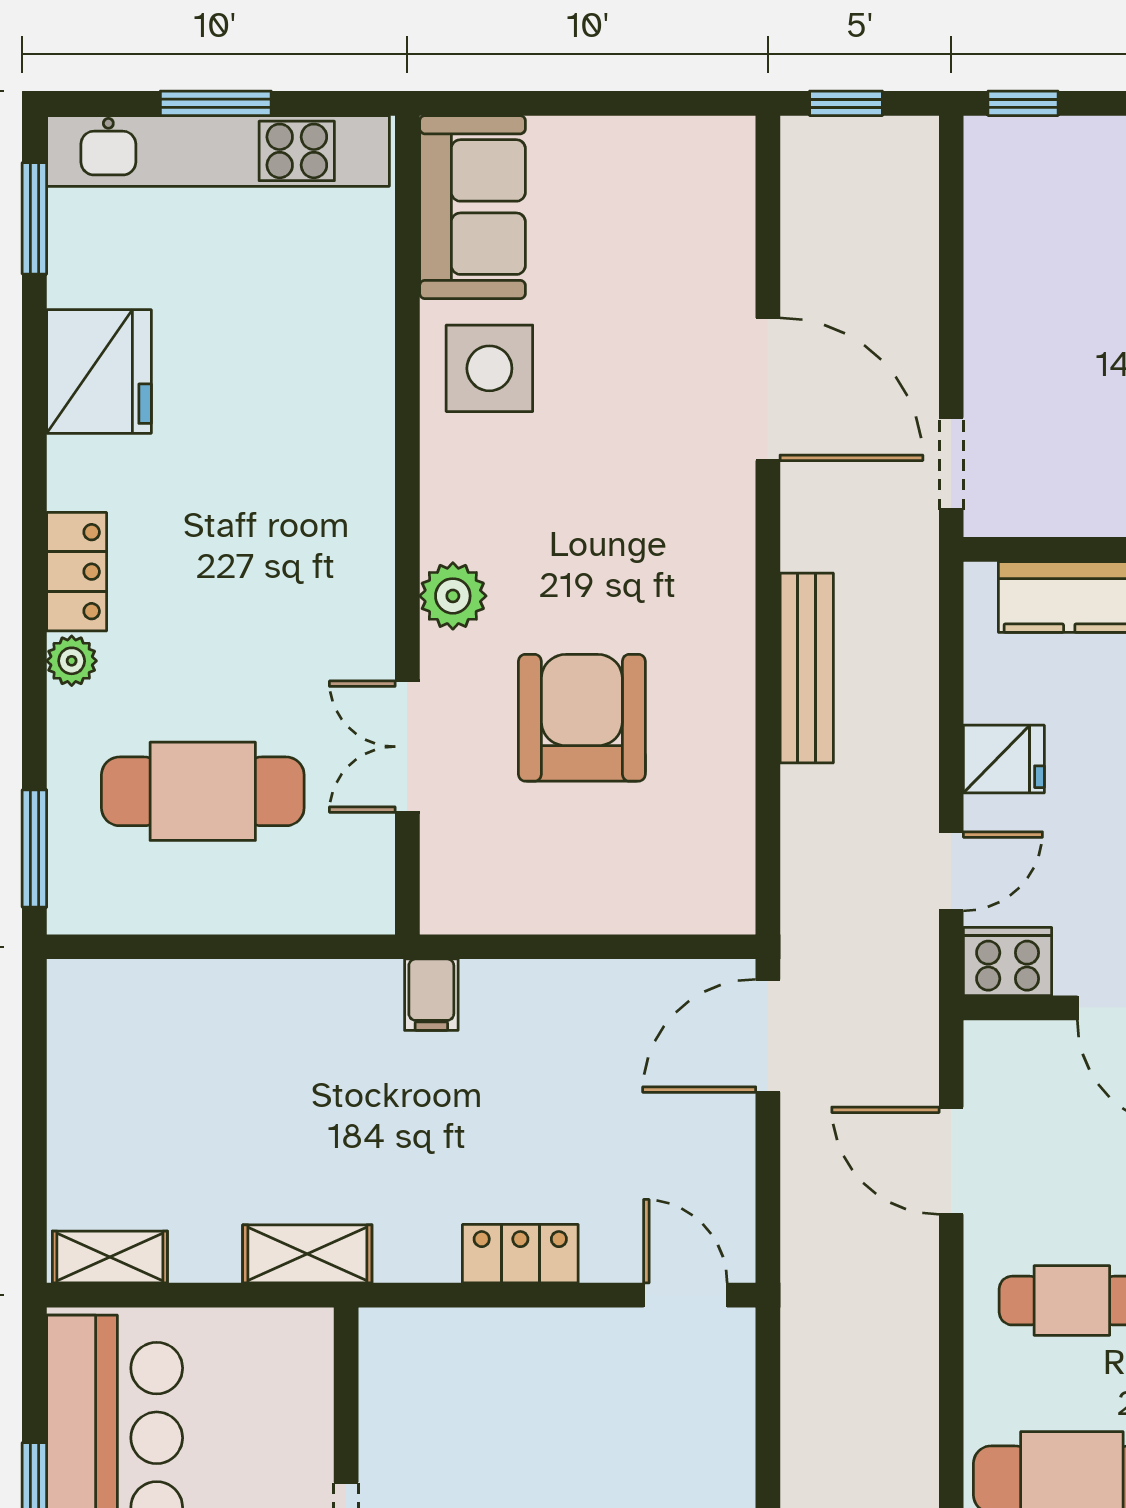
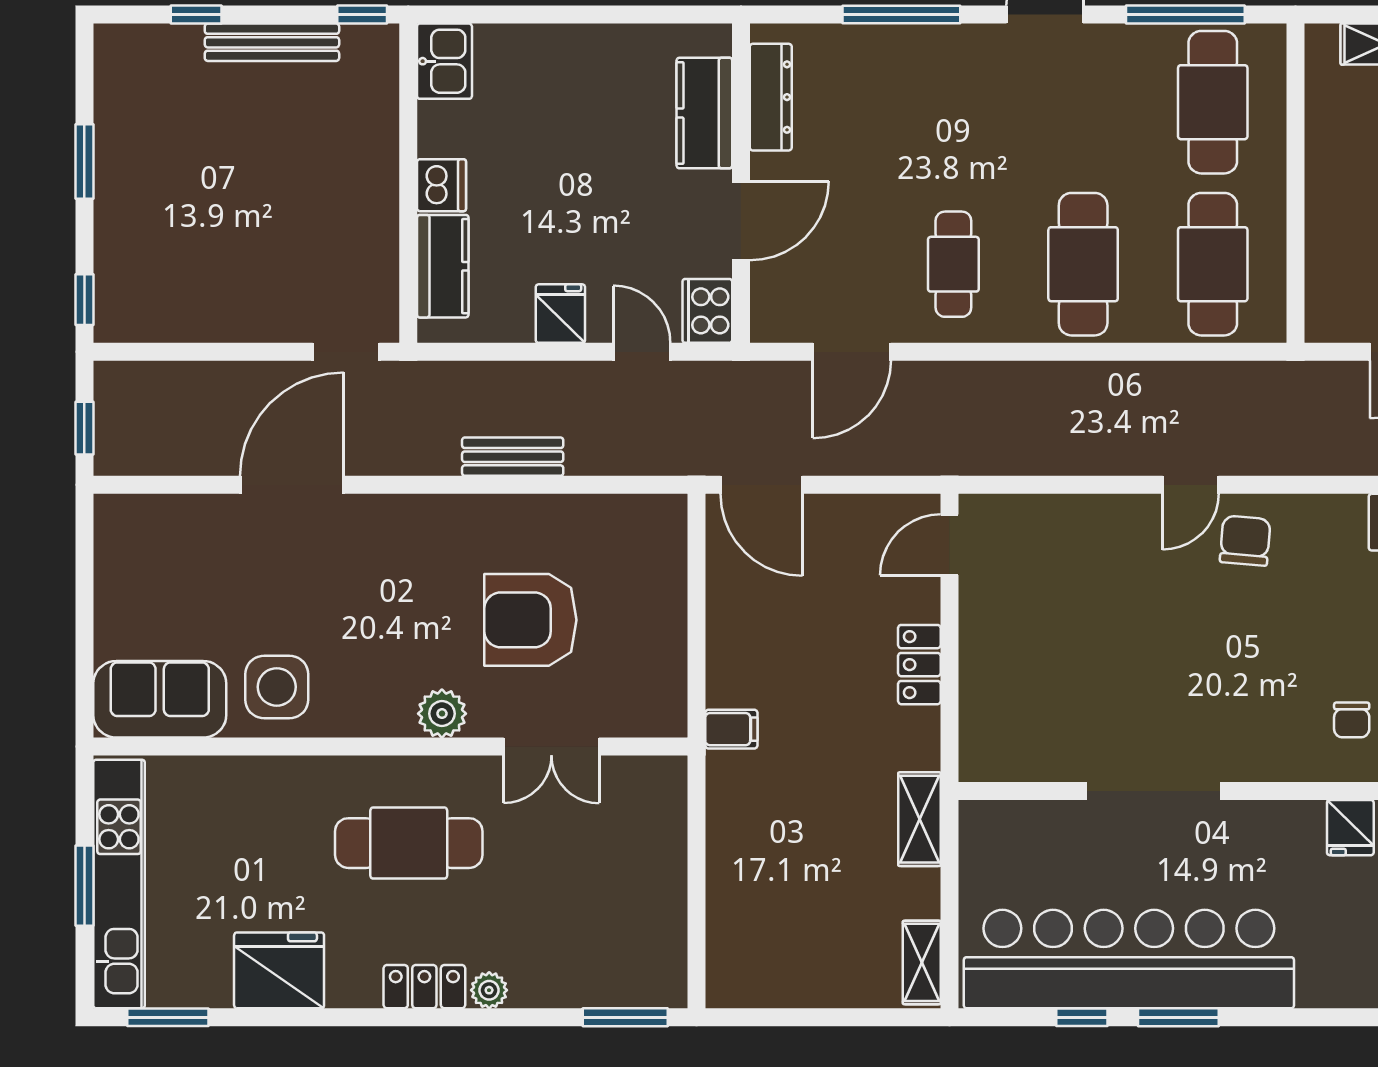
bench: (807, 668) -> (513, 457), width x0.73
cafe table: (203, 791) -> (409, 843), moved, turned 90

